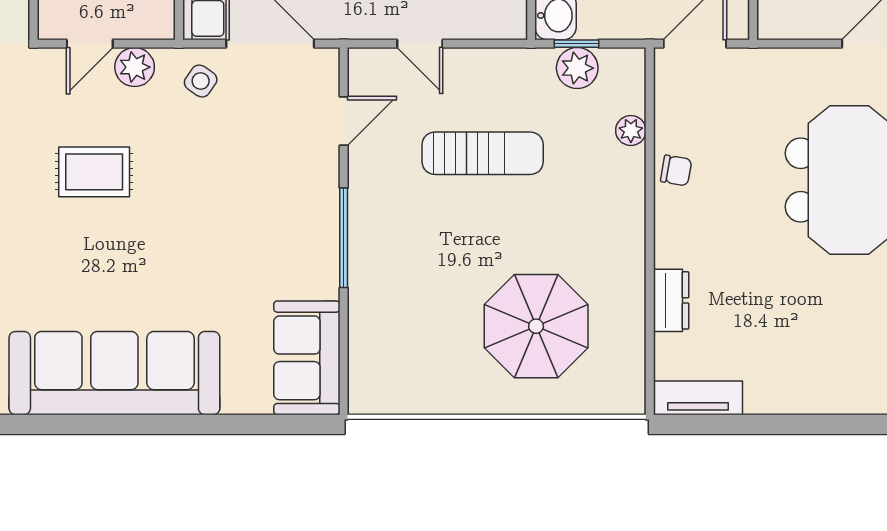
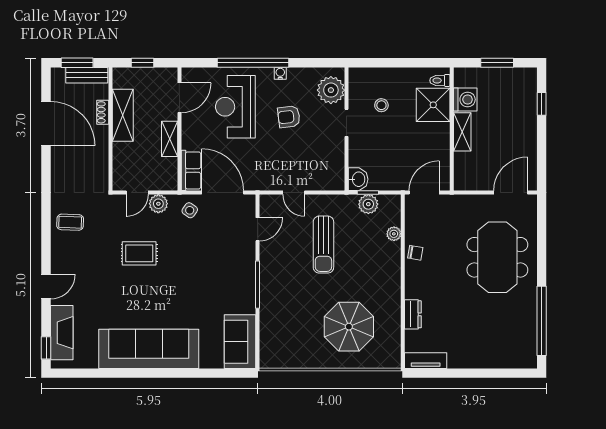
sun lounger: (483, 153) -> (323, 245), turned 90

